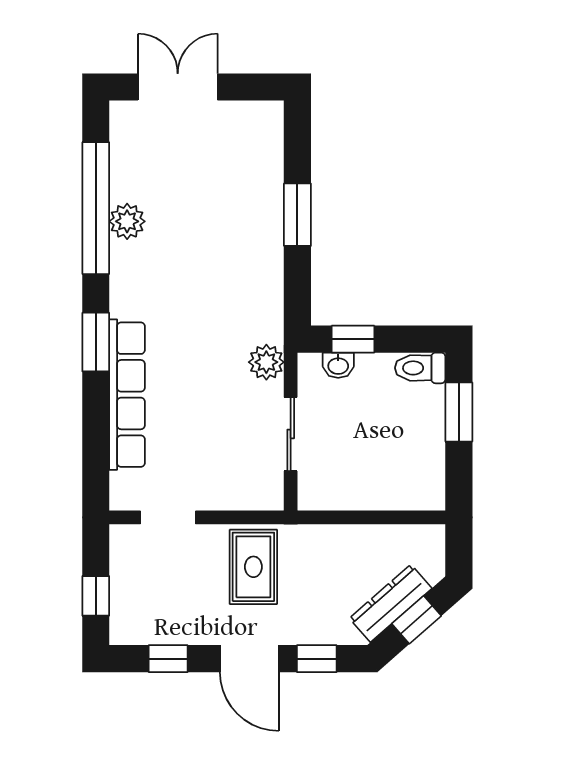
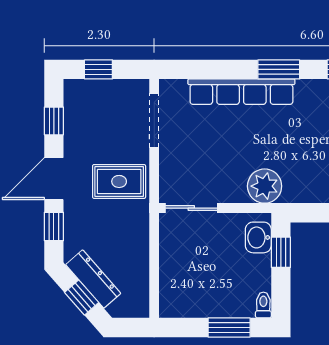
plant: (266, 362) -> (265, 186), width x1.36, depth x1.36
washbasin: (338, 365) -> (258, 237), width x1.38, depth x1.45
toilet: (420, 368) -> (263, 305), width x0.73, depth x0.72
sliding door: (291, 434) -> (191, 208), moved
doorway: (168, 517) -> (154, 121), width x1.38

